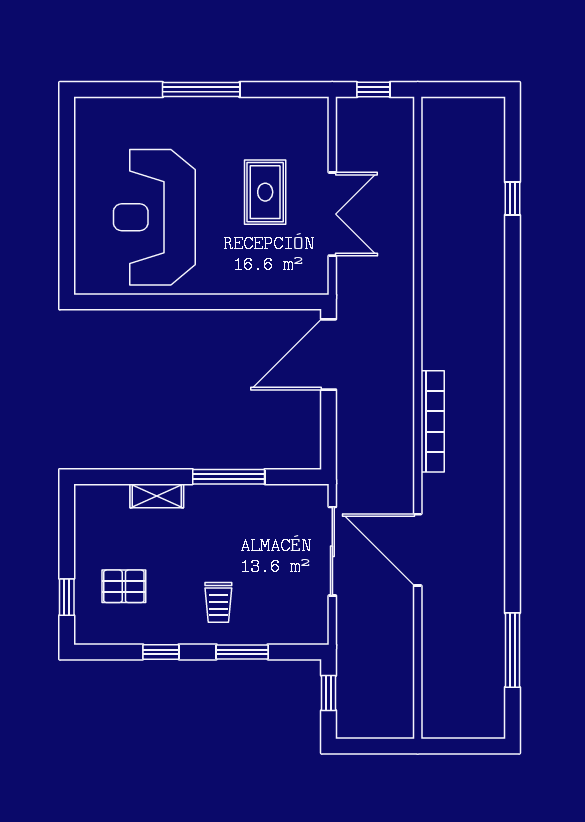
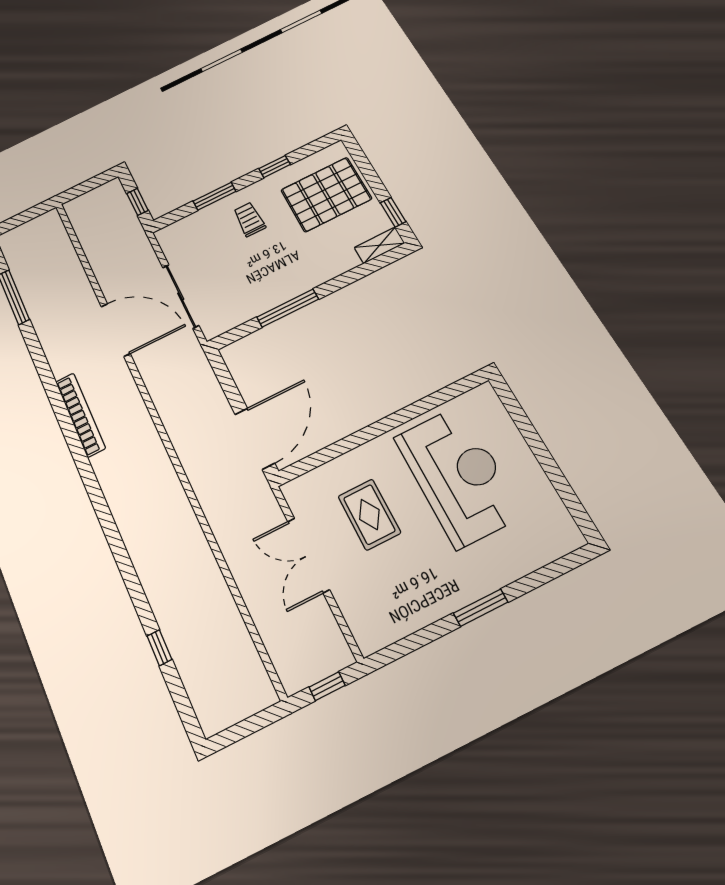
window: (201, 90) -> (481, 608), width x0.69
rug: (265, 192) -> (369, 514), moved
bookcase: (433, 421) -> (80, 415), moved, turned 180
shelving: (157, 496) -> (379, 245), moved
pallet: (124, 586) -> (326, 194), width x2.05, depth x2.00
window: (67, 597) -> (393, 212), moved

